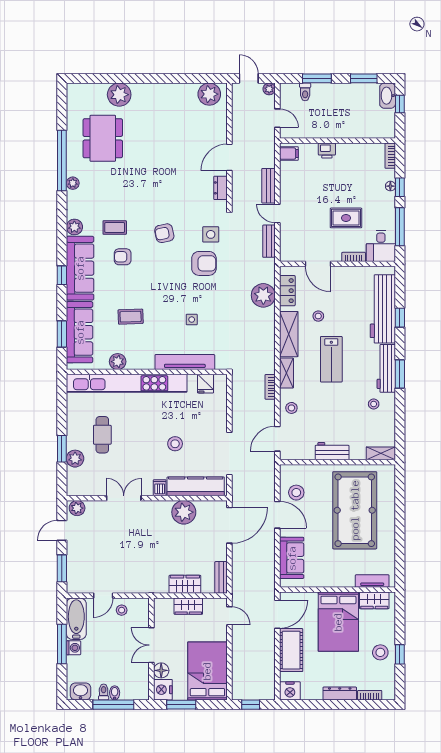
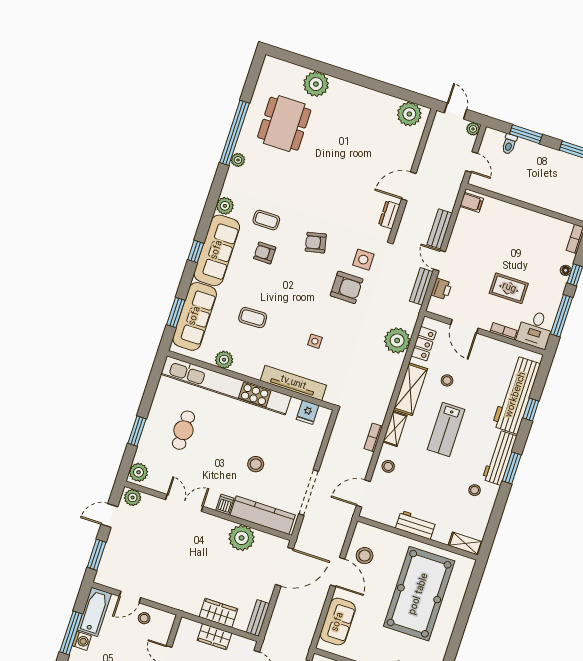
printer: (327, 151) -> (441, 289), moved, turned -90
plant: (75, 459) -> (139, 472), moved

